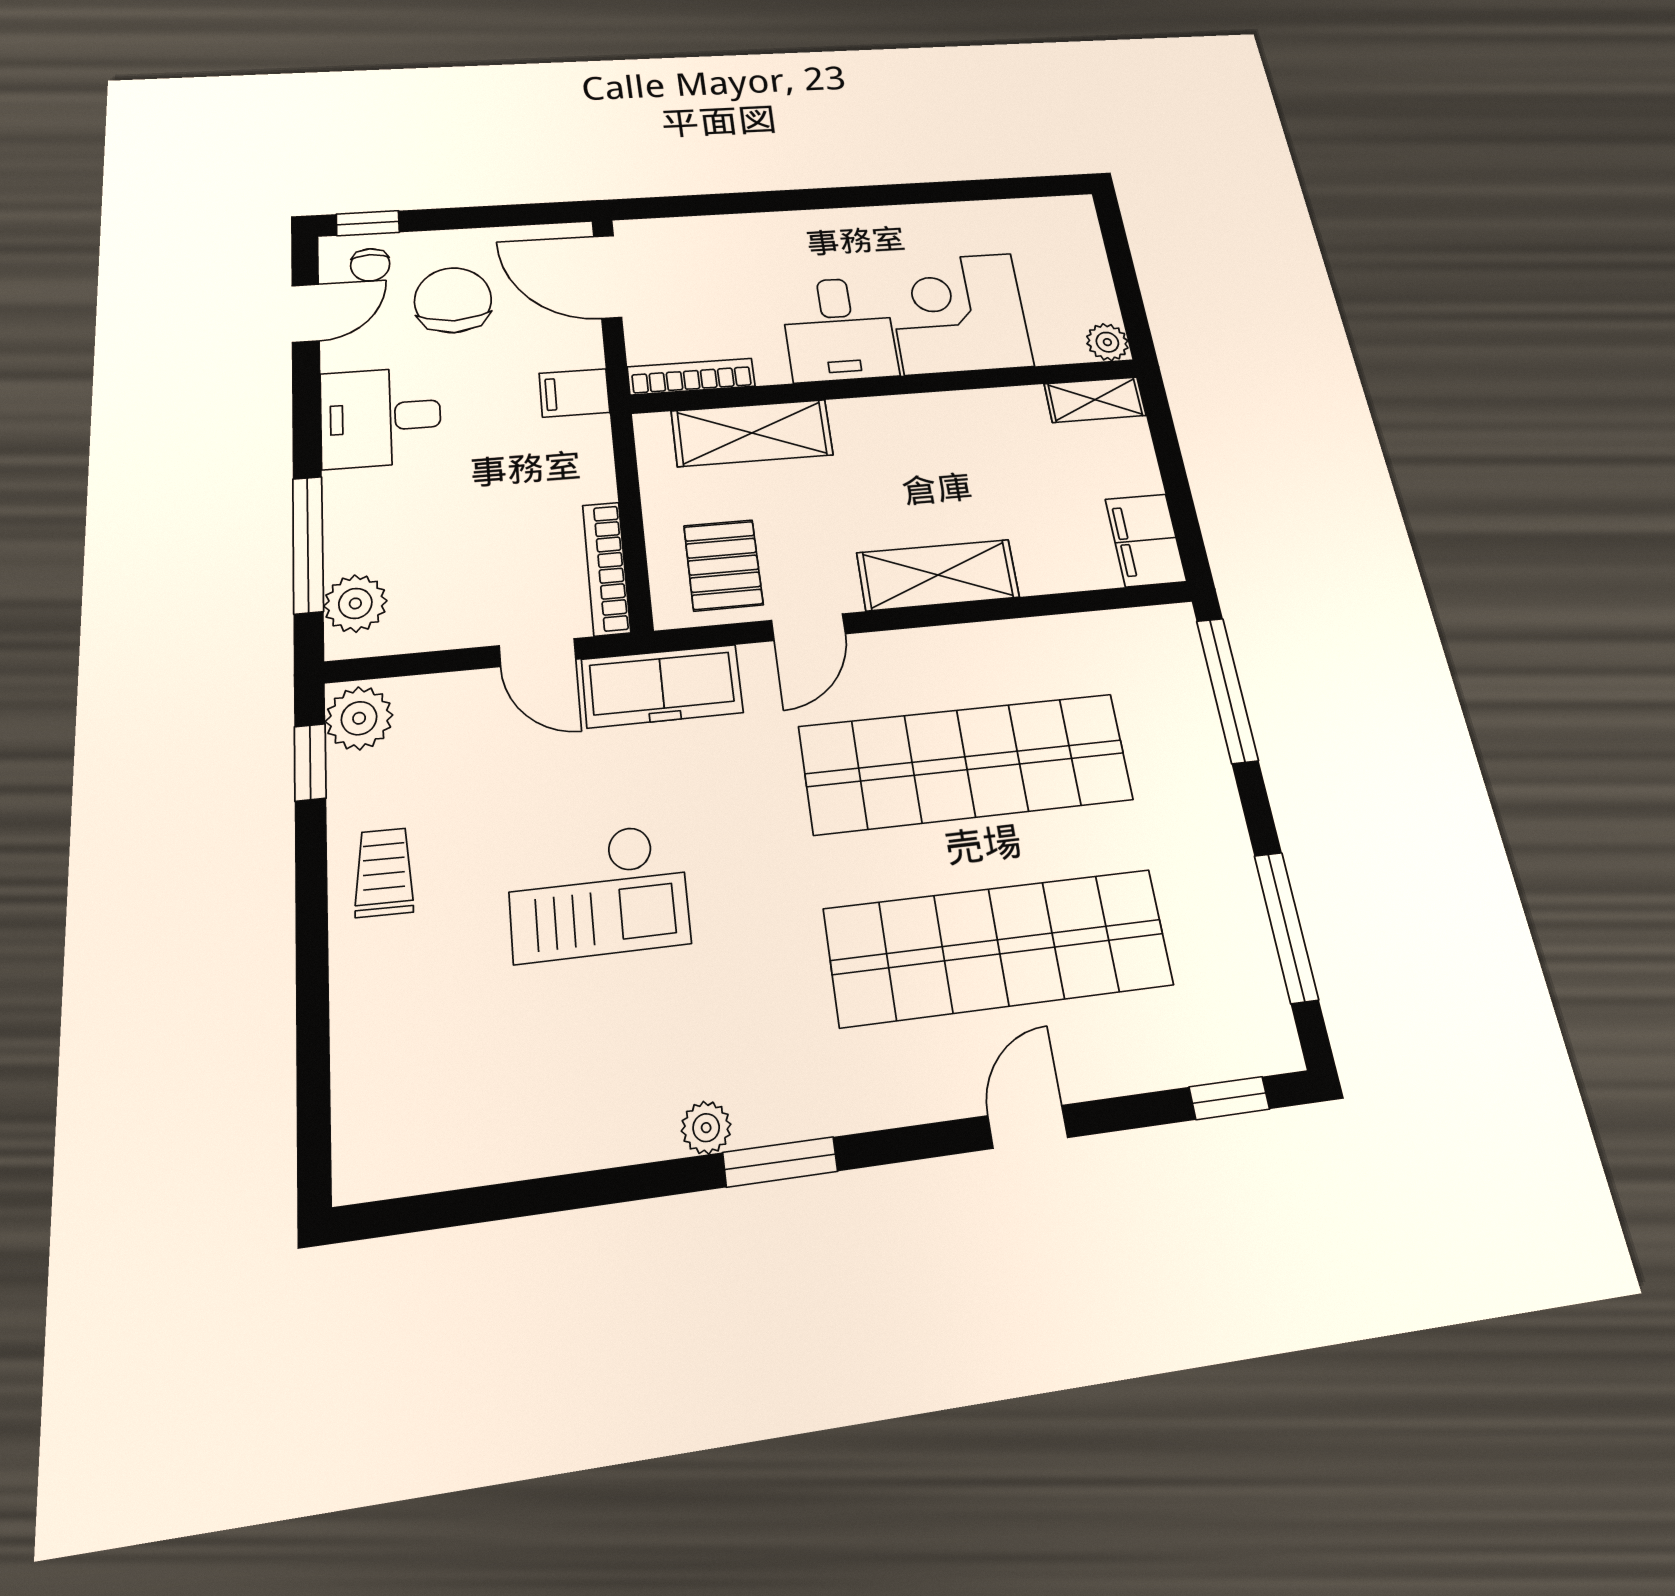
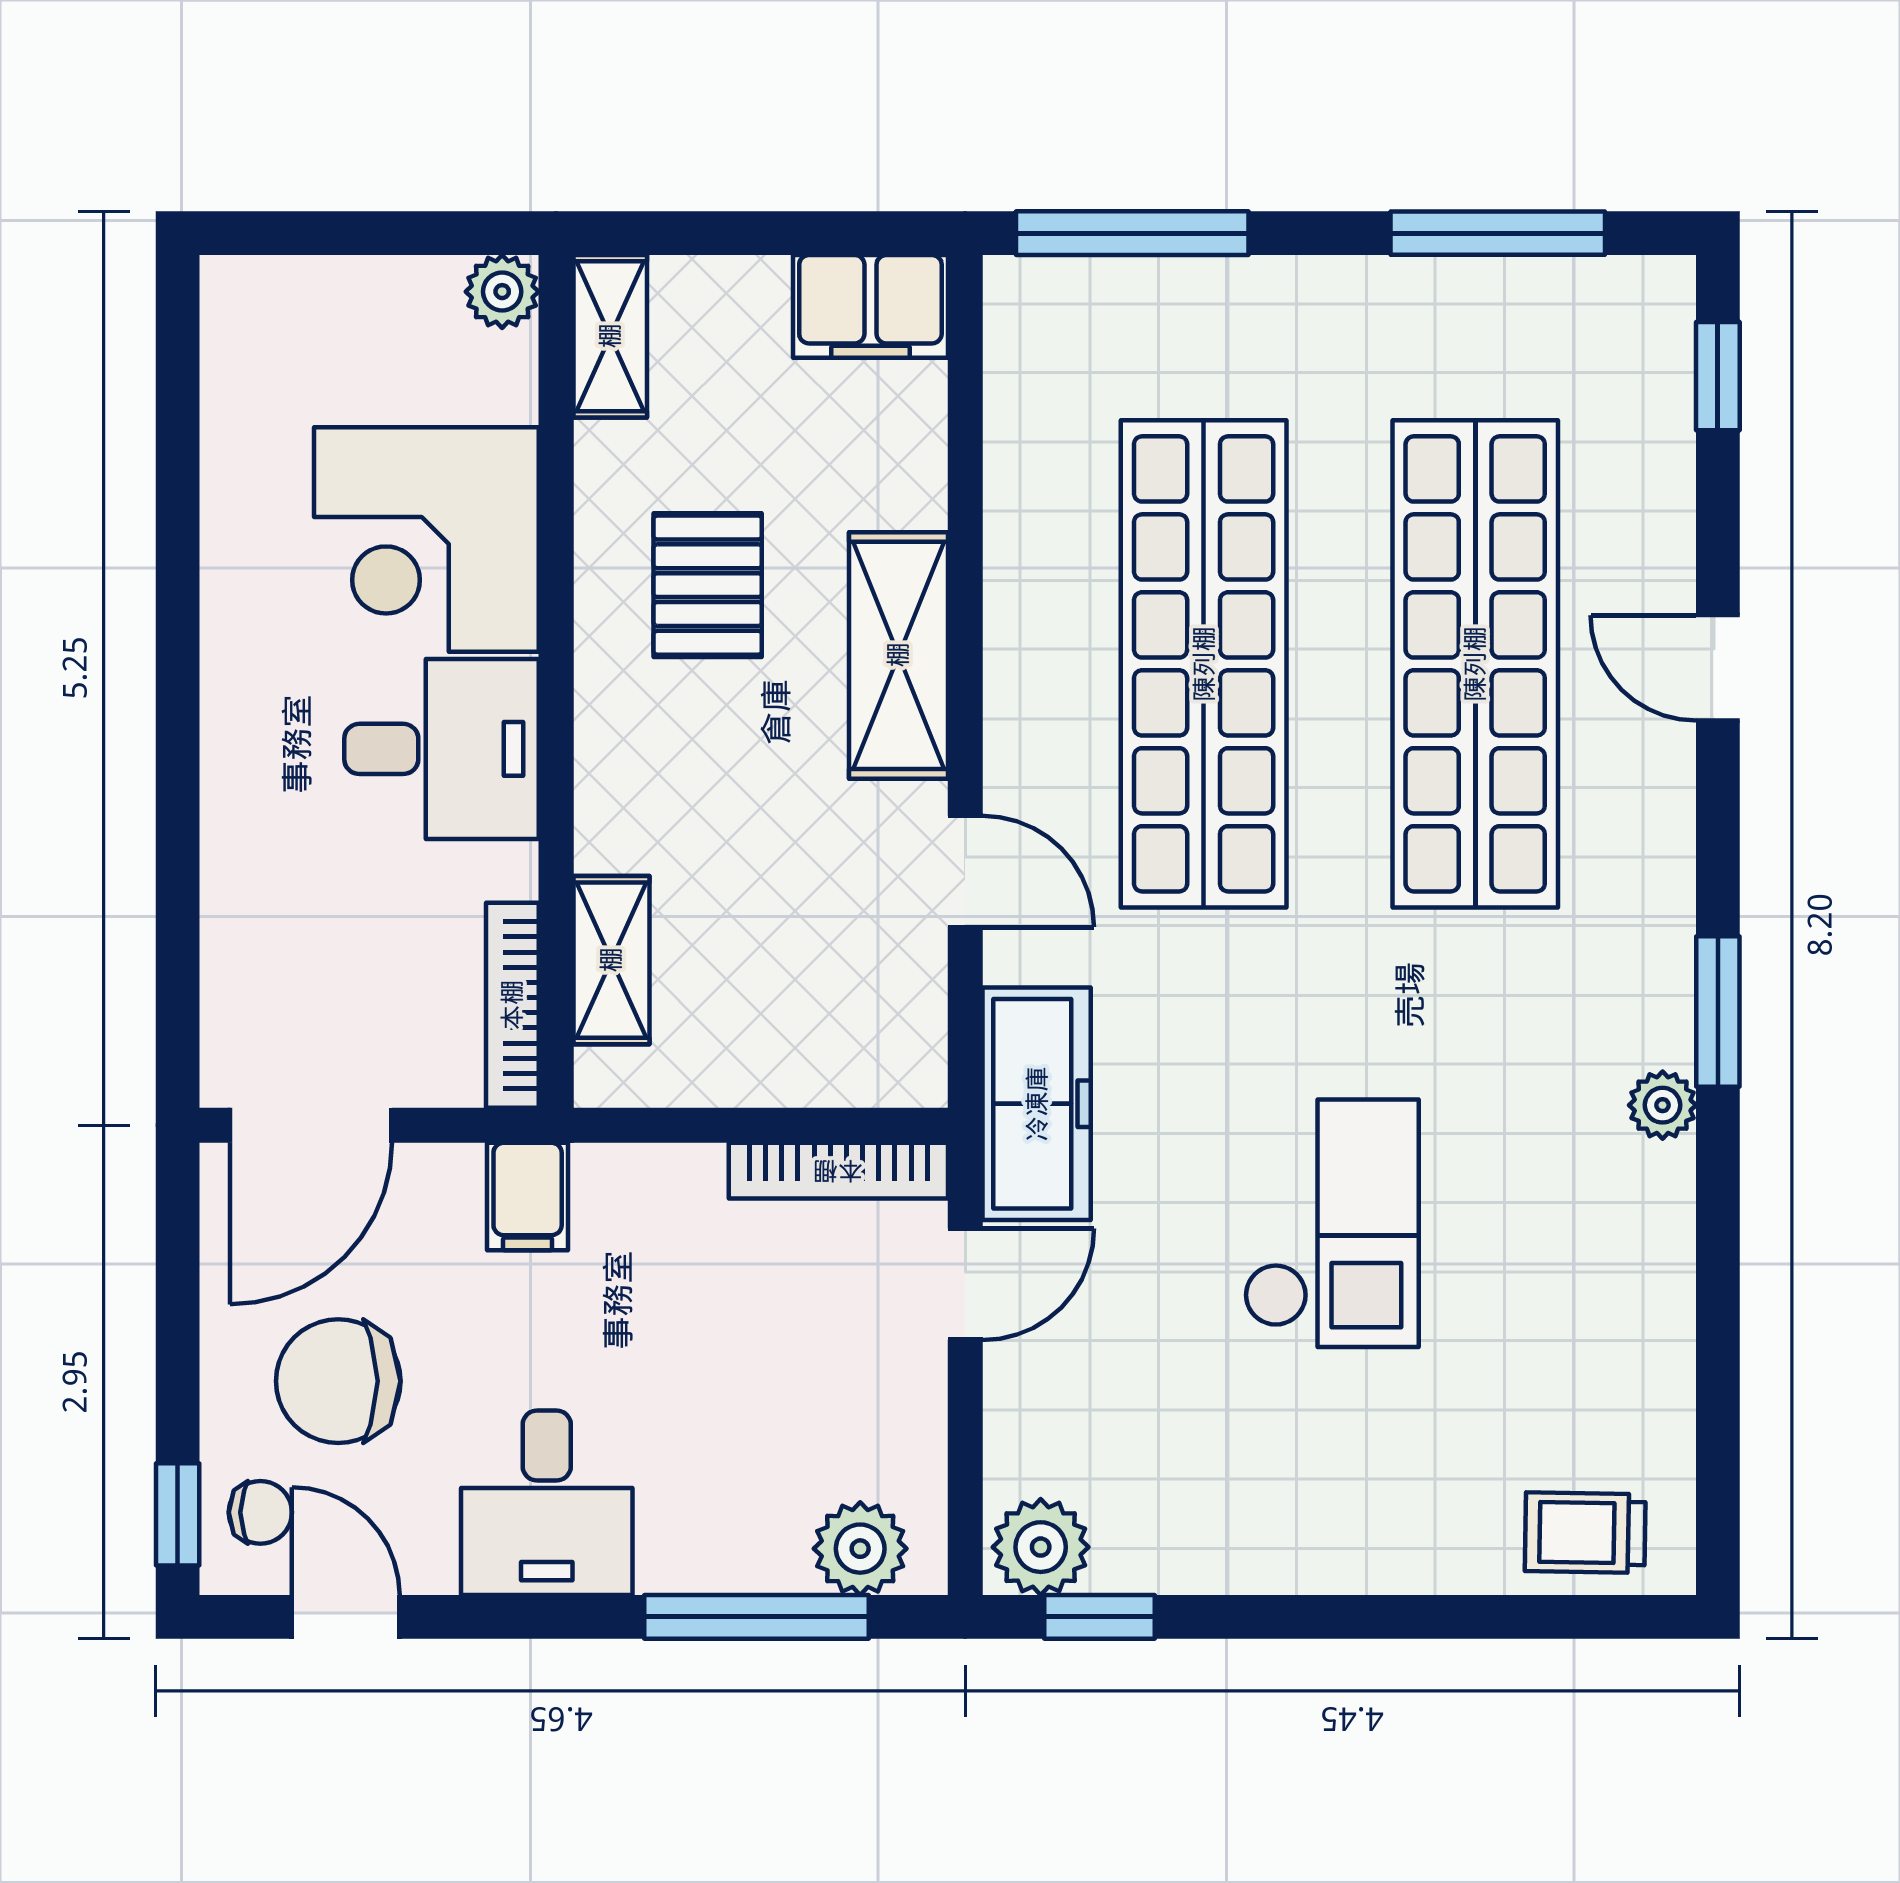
shelving: (752, 433) -> (611, 960), width x0.67, depth x0.75
pallet: (723, 565) -> (708, 585), moved, turned 90
trolley: (384, 872) -> (1585, 1533), moved

